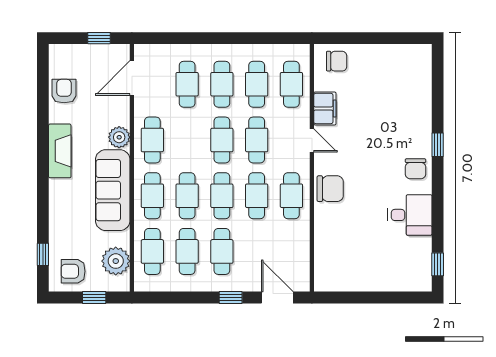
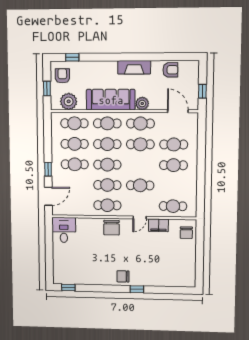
cafe table: (257, 84) -> (173, 186), removed
cafe table: (222, 140) -> (140, 144), moved
desk: (410, 215) -> (64, 230), moved, turned 180

